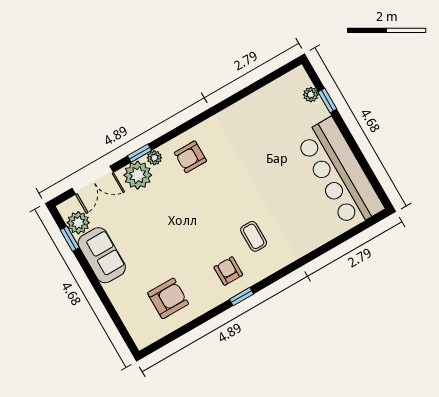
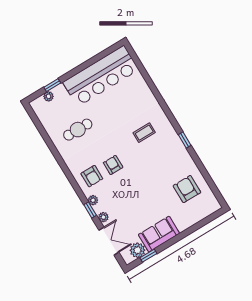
cafe table: (260, 137) -> (78, 130), added
plant: (138, 175) -> (103, 217), width x0.53, depth x0.53
armchair: (228, 271) -> (113, 165), moved, turned 90

